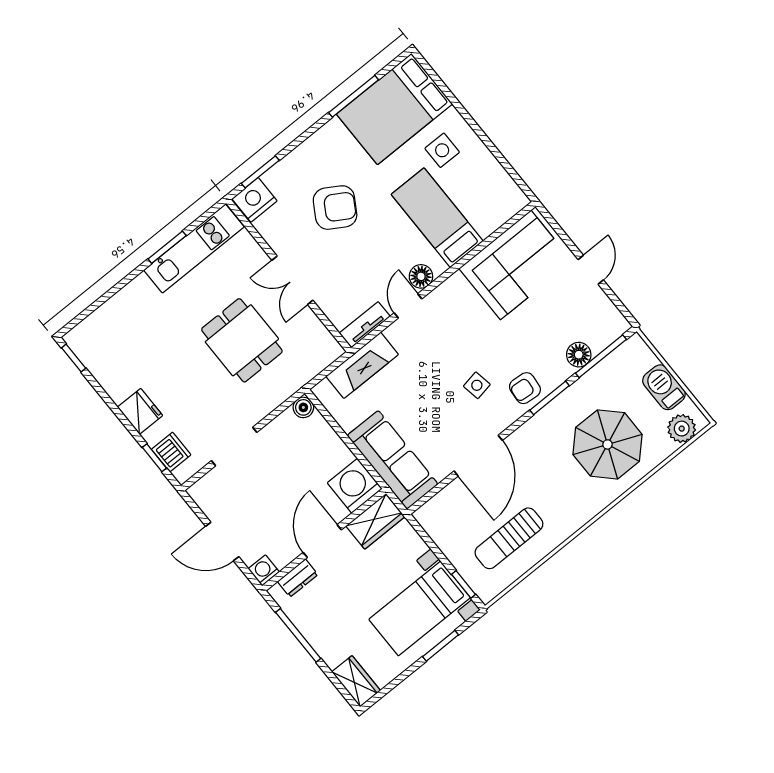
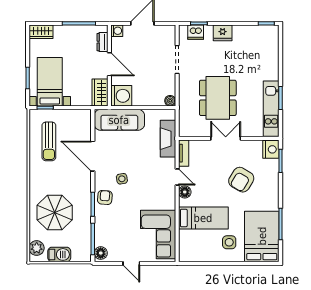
dining table: (242, 340) -> (218, 98), width x1.38
floor lamp: (579, 355) -> (101, 253), moved
sun lounger: (509, 538) -> (49, 141), turned 180

